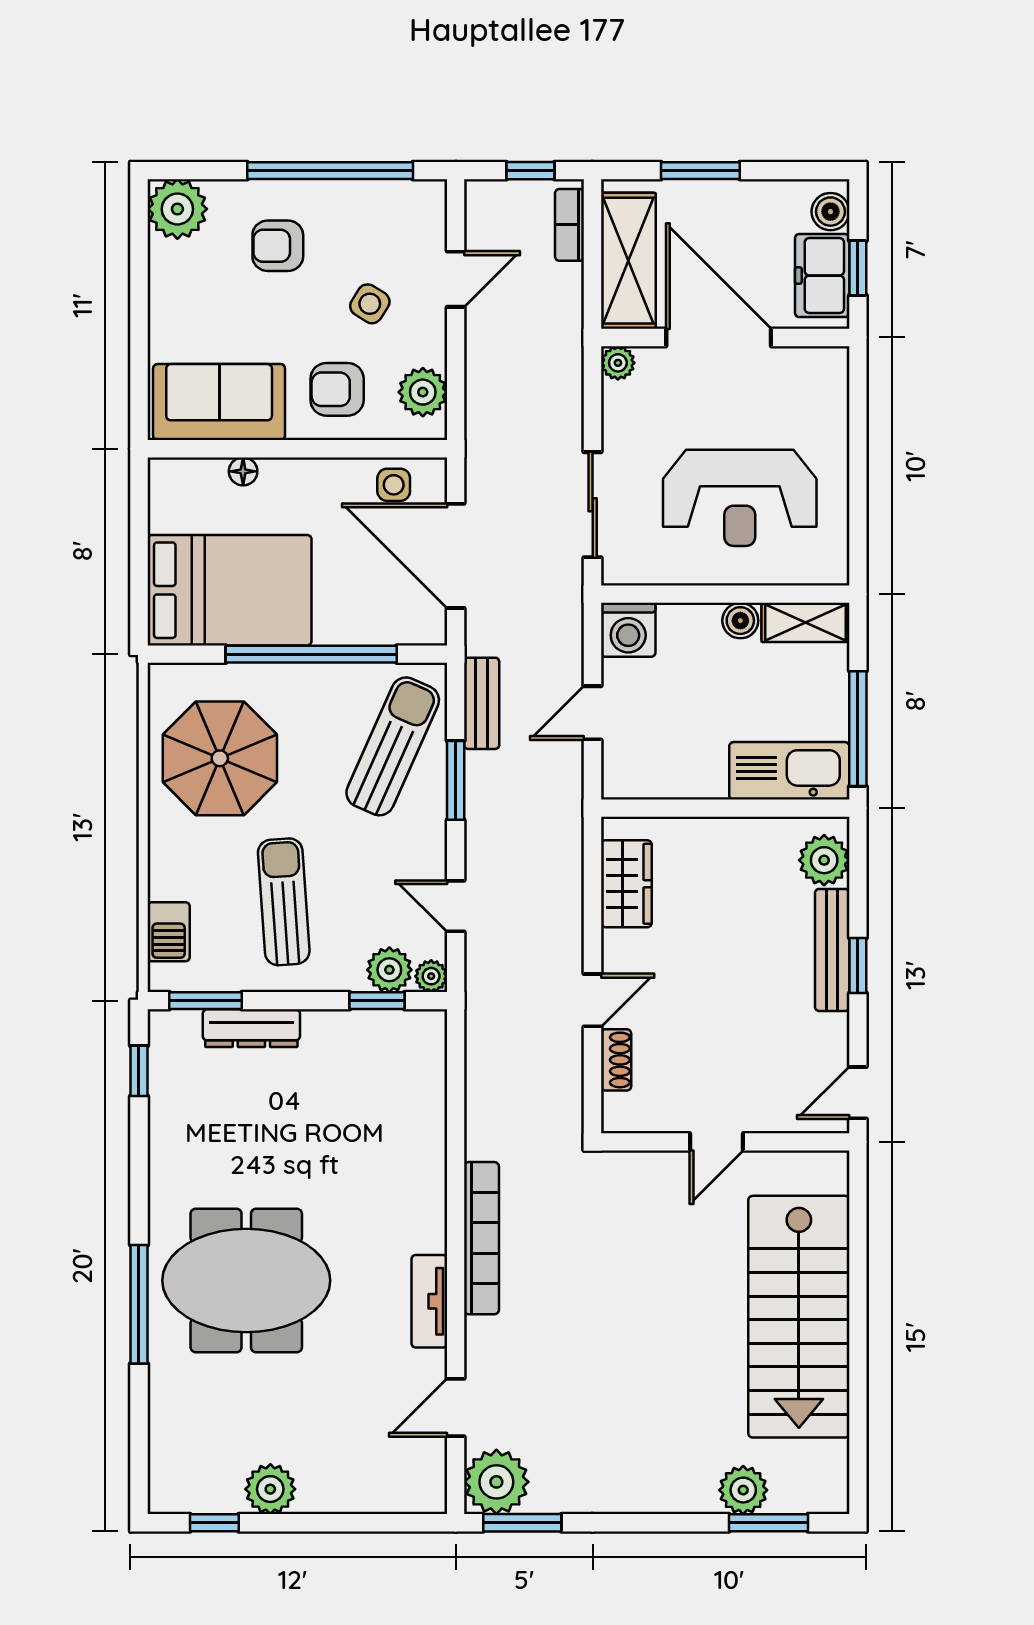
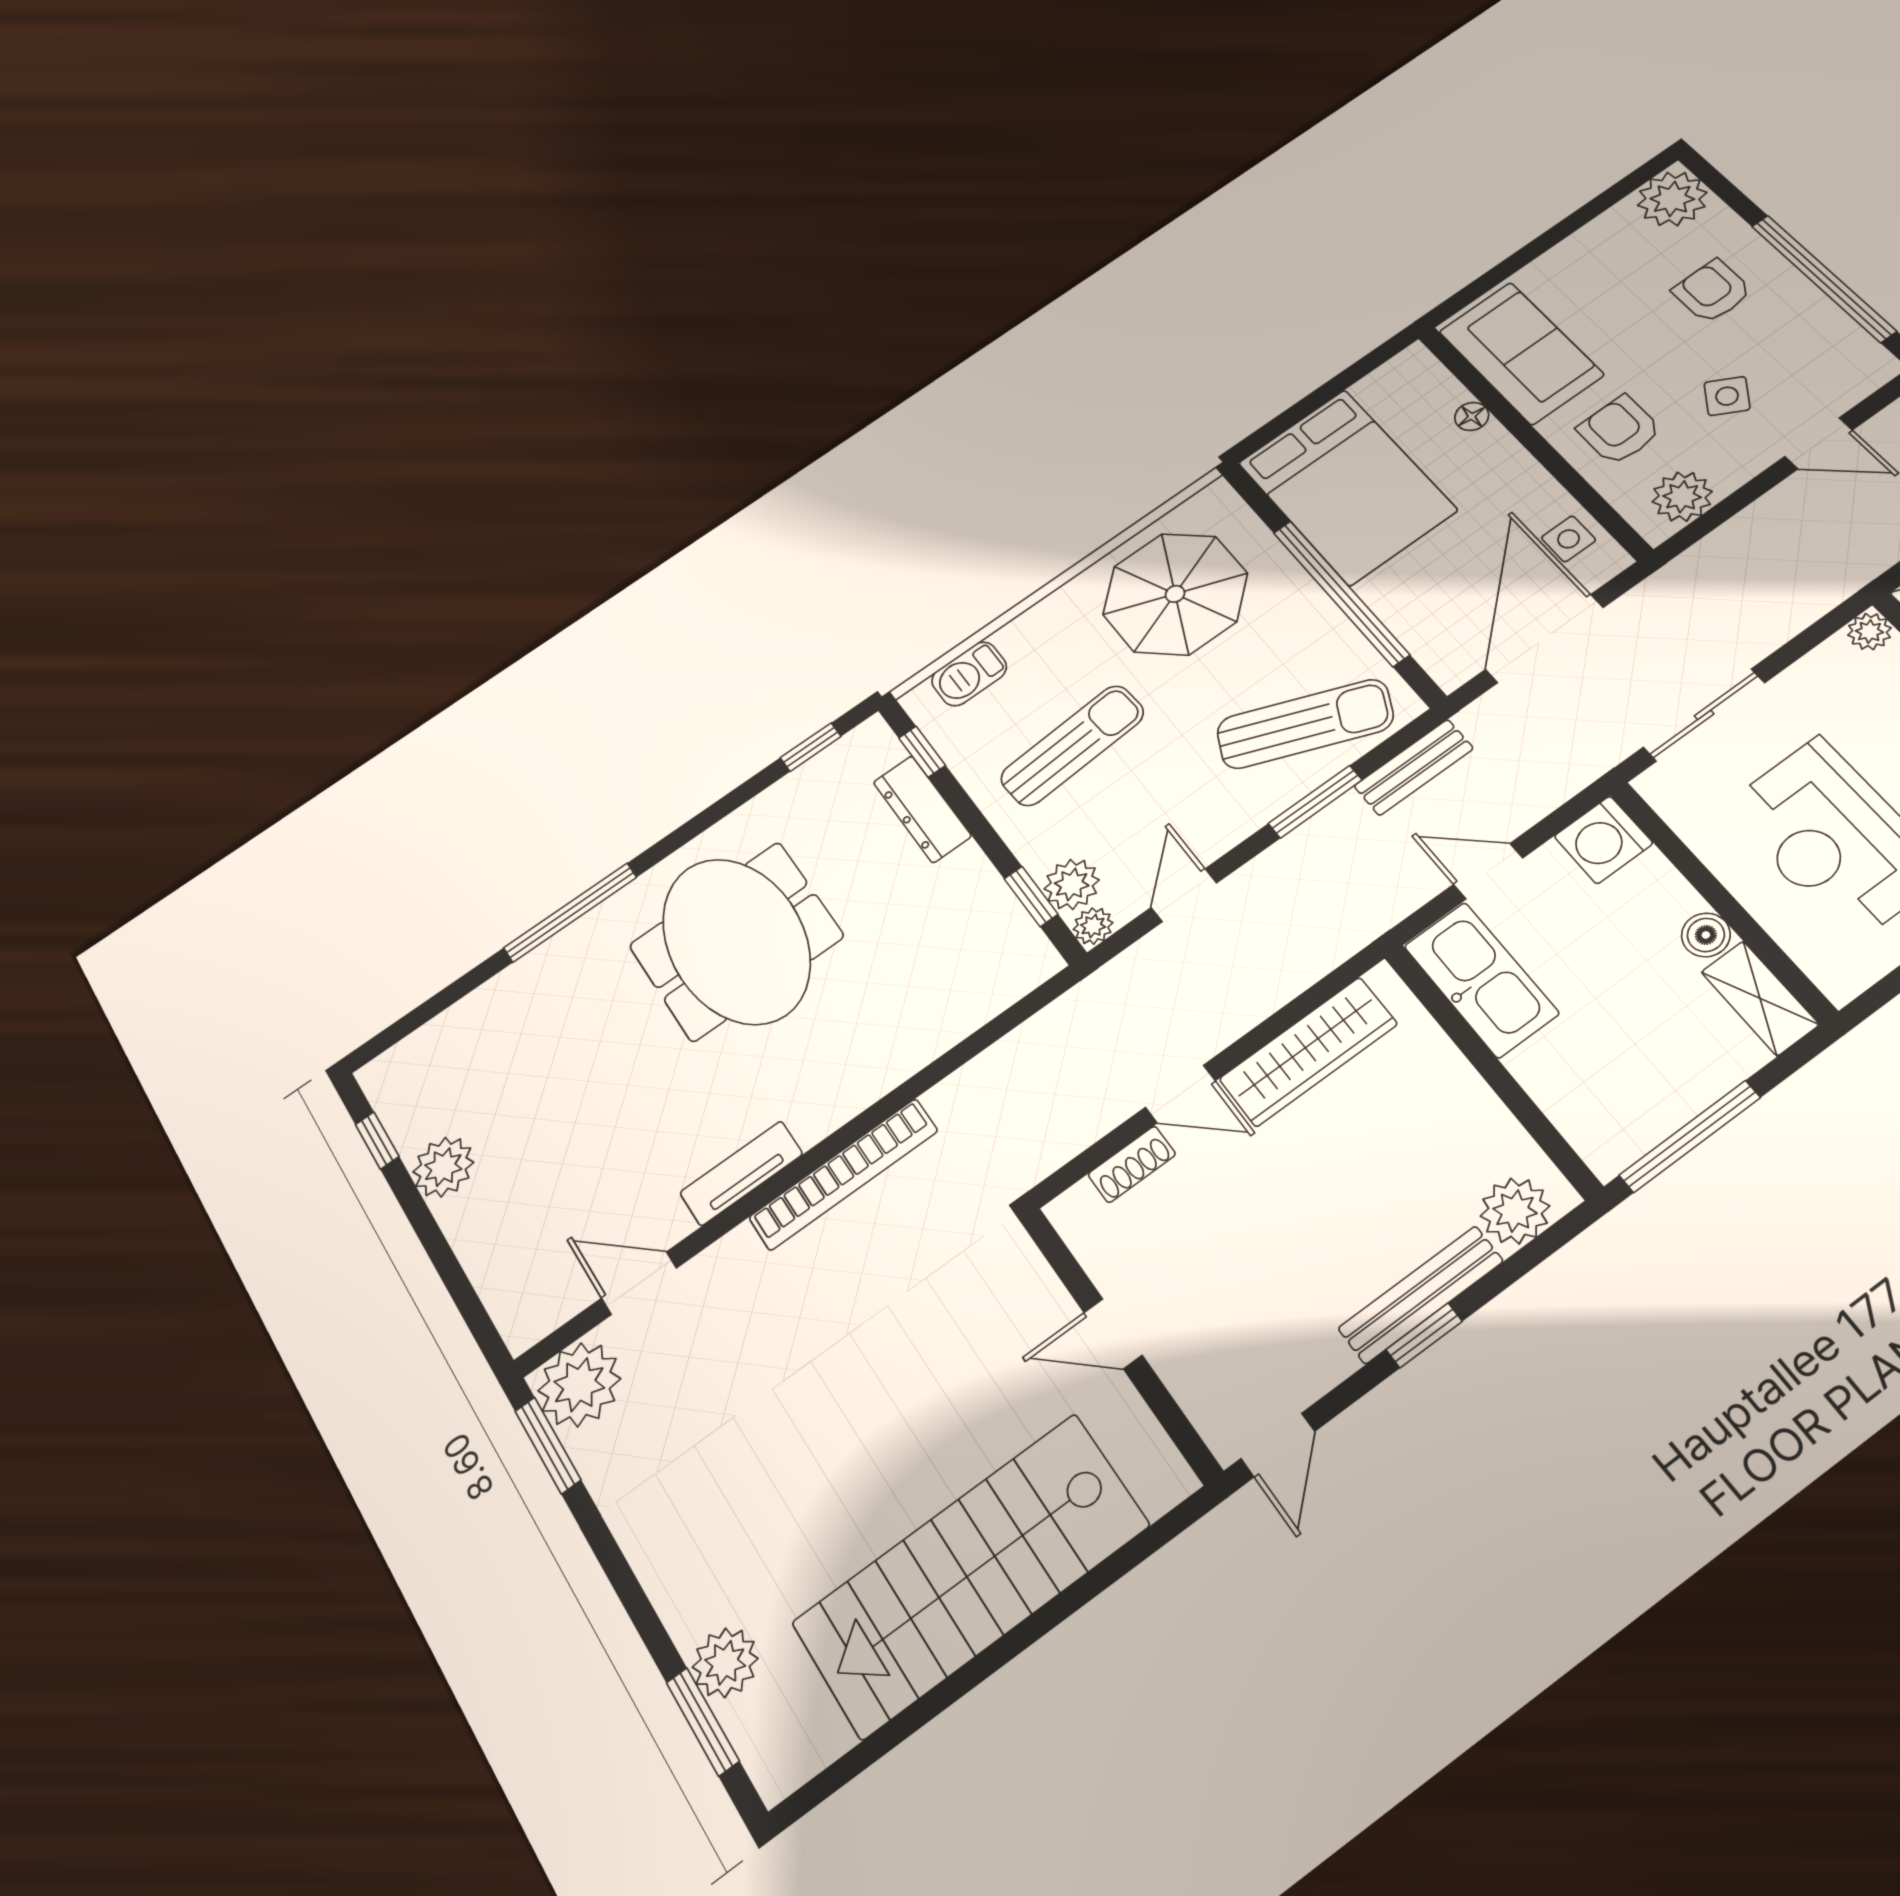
kitchen sink: (789, 771) -> (1481, 980), moved
wardrobe: (626, 884) -> (1308, 1052), width x1.50
window: (206, 1001) -> (922, 752), width x0.67
door: (858, 1093) -> (1278, 1445), swing flipped
meeting table: (246, 1280) -> (736, 941), moved

